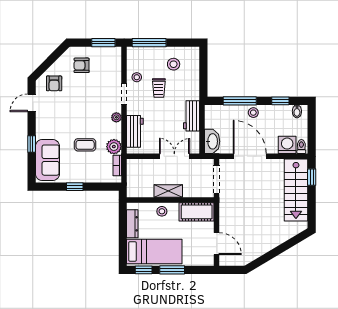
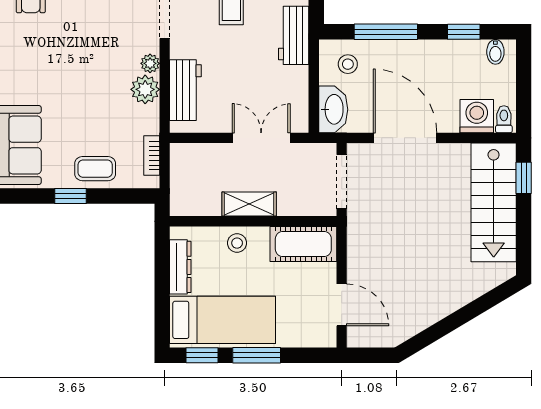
stool: (253, 113) -> (348, 64), moved
workbench: (191, 116) -> (294, 35), moved
coffee table: (85, 145) -> (95, 169), moved
plant: (114, 147) -> (145, 89), moved

